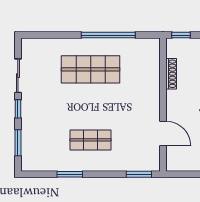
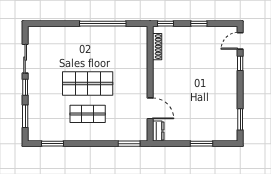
shop shelf: (91, 69) -> (88, 84), moved
shoe rack: (171, 74) -> (157, 47), moved
dresser: (172, 160) -> (158, 131), added
window: (70, 174) -> (52, 144), moved

